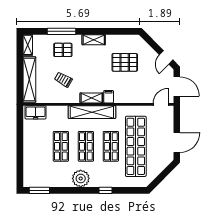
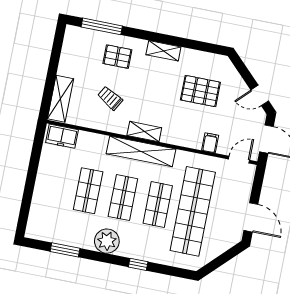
window: (62, 31) -> (102, 26), moved
shelving: (28, 45) -> (70, 40), removed
door: (166, 57) -> (260, 95), hinge flipped
shelving: (29, 79) -> (61, 99), width x0.68
filing cabinet: (109, 97) -> (210, 143), moved
door: (177, 142) -> (251, 217), hinge flipped
window: (39, 190) -> (65, 250), moved

